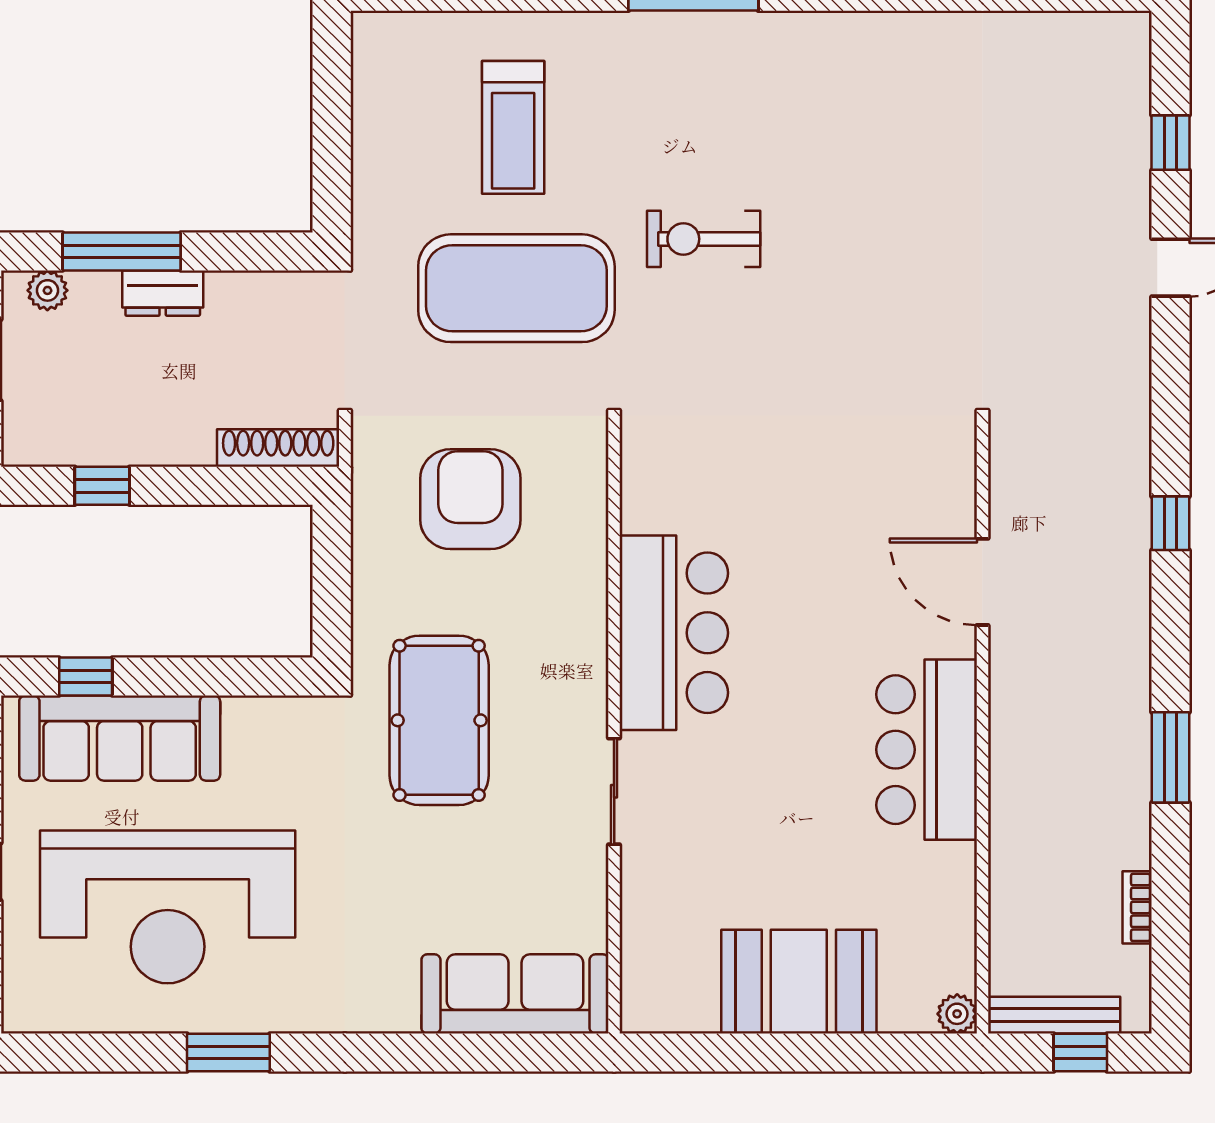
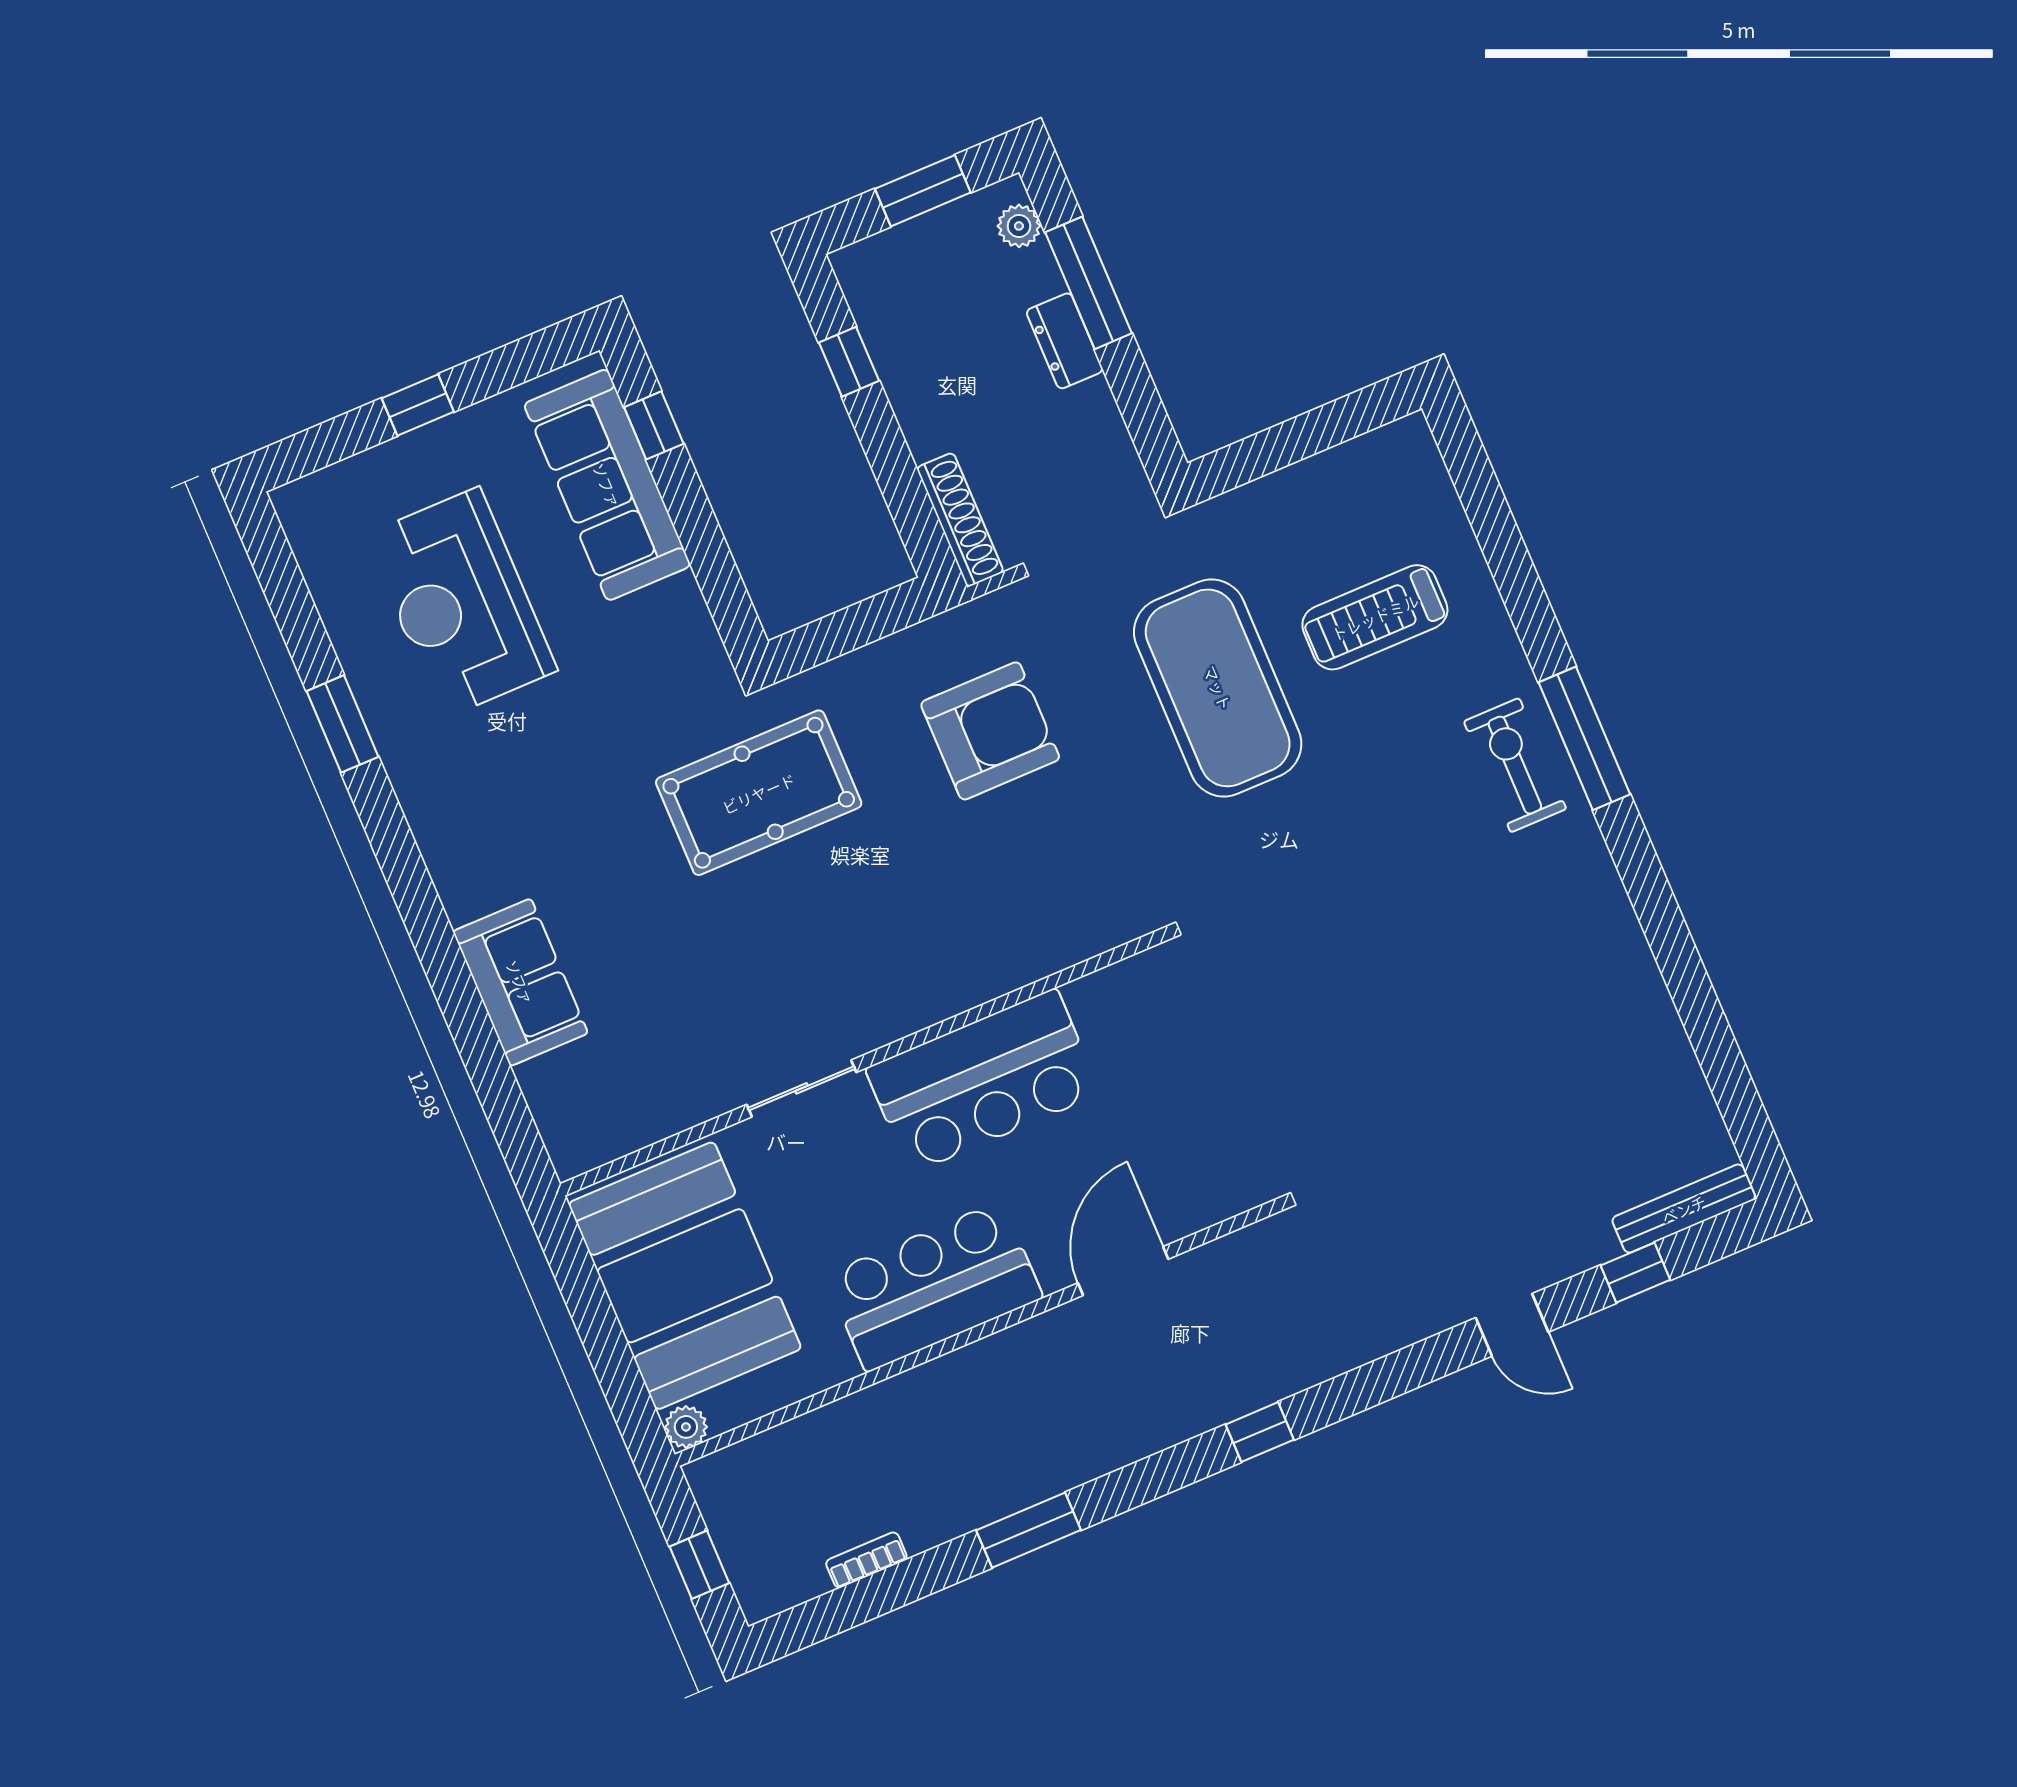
exercise bike: (704, 239) -> (1515, 765), moved
bar counter: (674, 633) -> (983, 1081), moved
wall: (614, 728) -> (864, 1062), moved
sliding door: (614, 791) -> (801, 1088), moved
reception desk: (168, 907) -> (461, 603), width x0.74, depth x0.77
booth: (799, 982) -> (685, 1276), width x1.36, depth x1.42
sofa: (515, 994) -> (520, 982), width x0.73
bench: (1054, 1015) -> (1684, 1209), moved, turned 90

